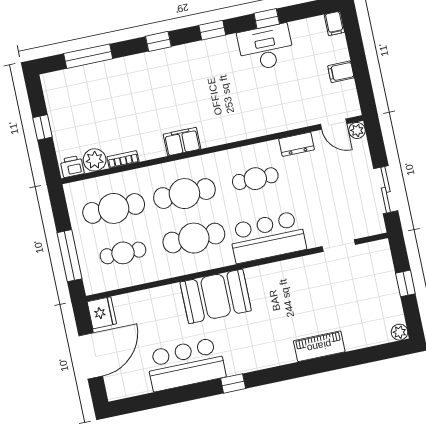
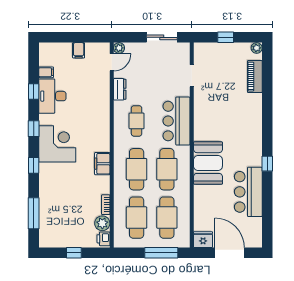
filing cabinet: (334, 23) -> (46, 72), moved
corner desk: (197, 69) -> (57, 144), added
cafe table: (123, 253) -> (167, 218), width x1.37, depth x1.35
piano: (319, 346) -> (255, 77), moved

